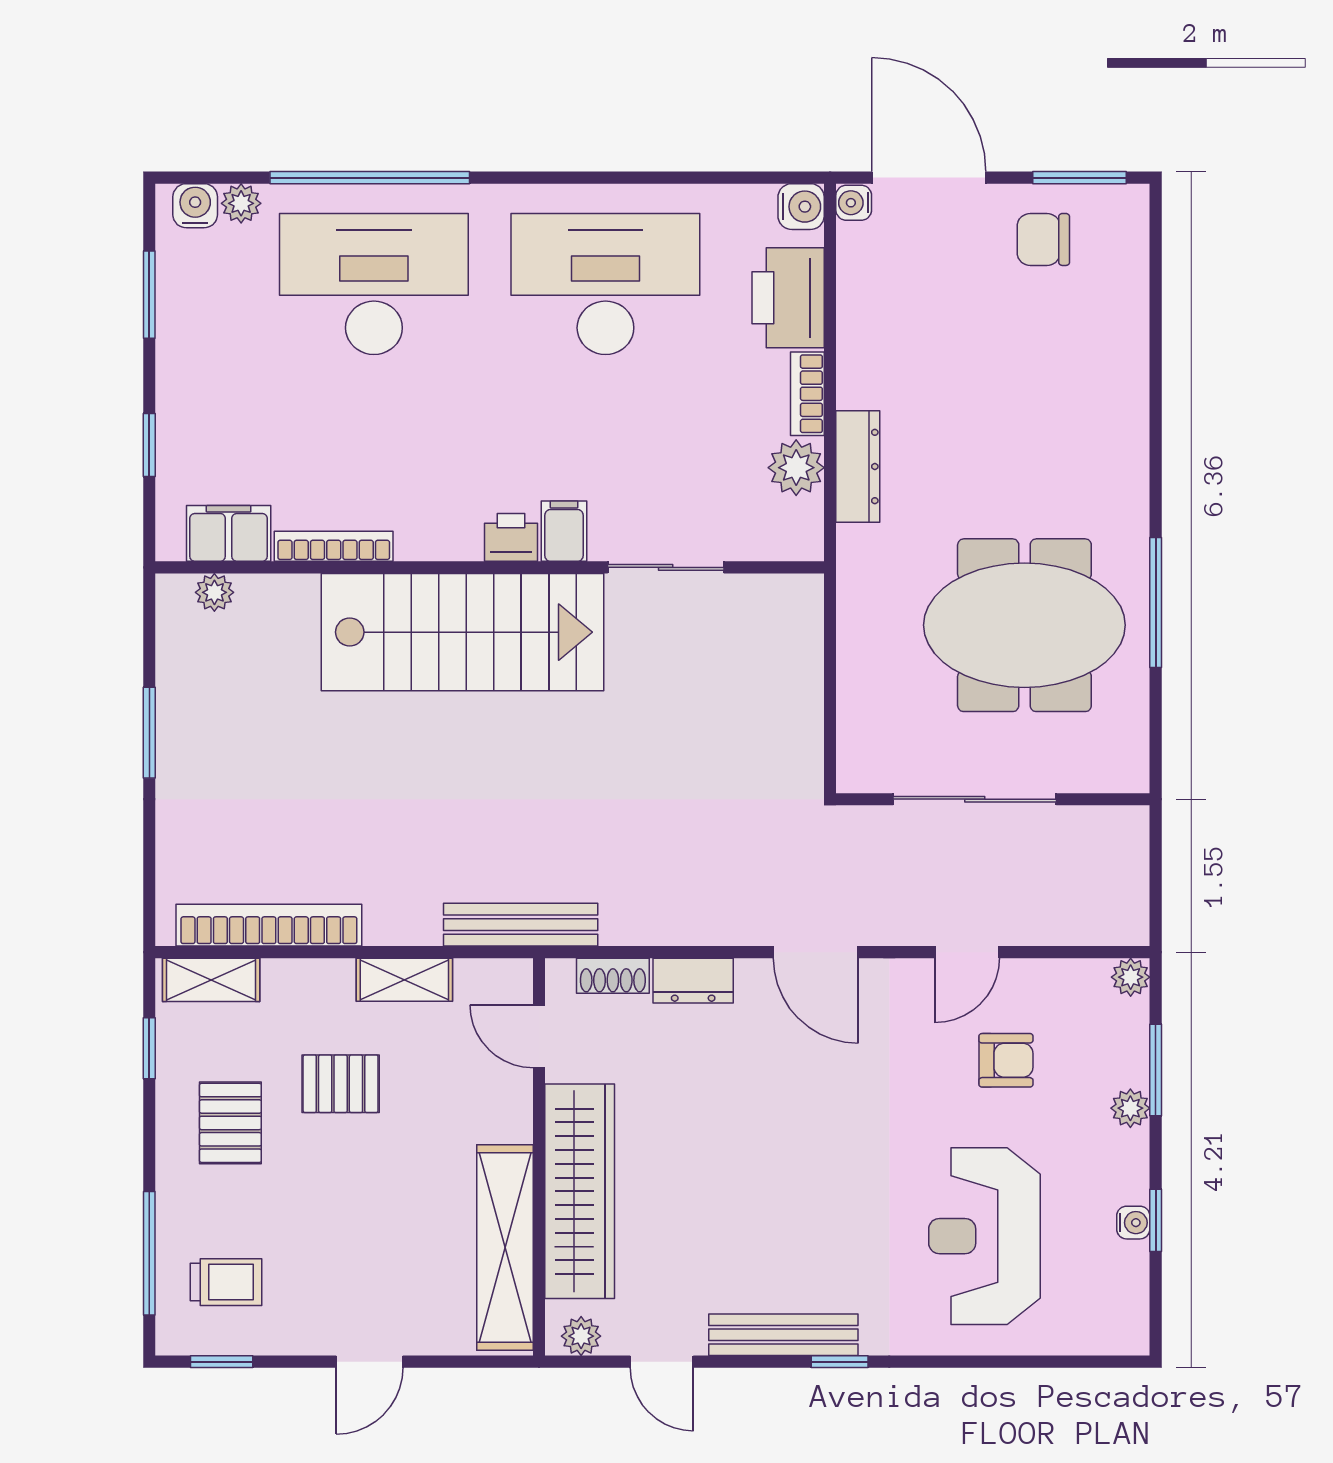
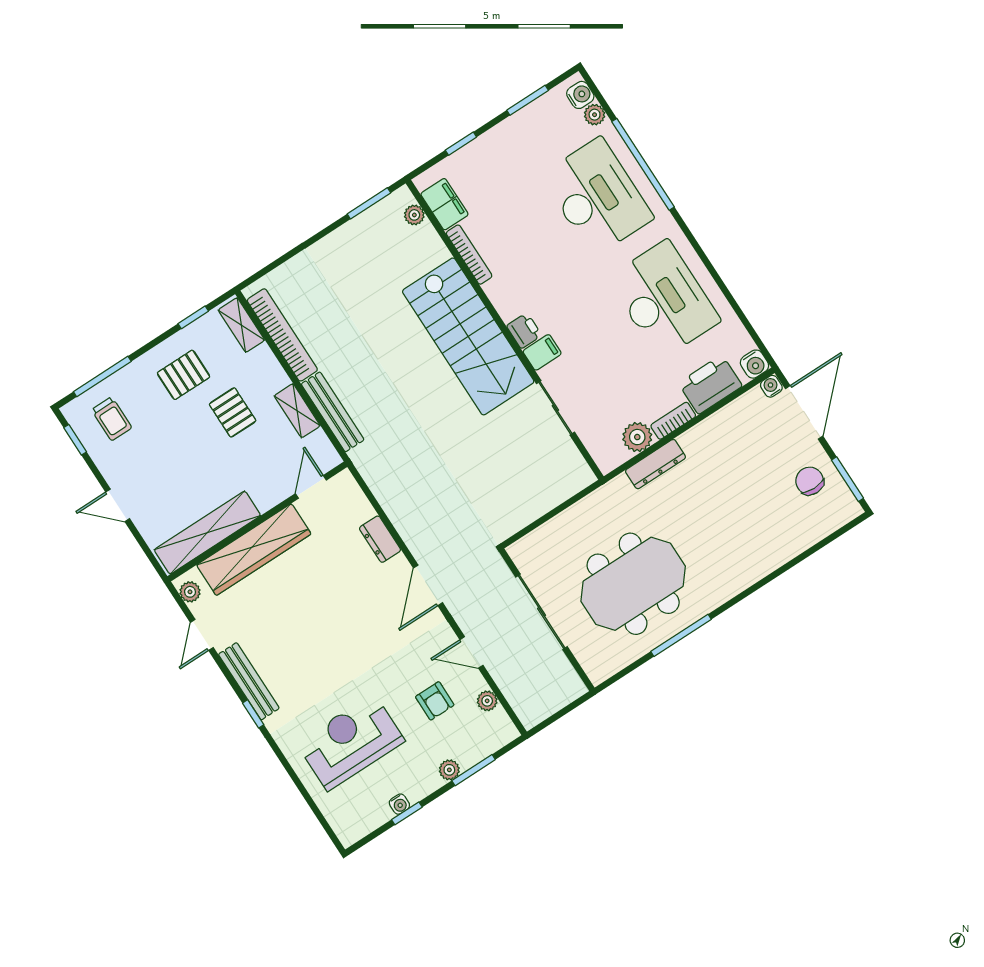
meeting table: (1024, 625) -> (633, 584), turned 90
window: (149, 733) -> (369, 203), moved
bench: (521, 925) -> (333, 412), moved
shoe rack: (613, 976) -> (359, 502), removed
plant: (1131, 977) -> (487, 701), moved

